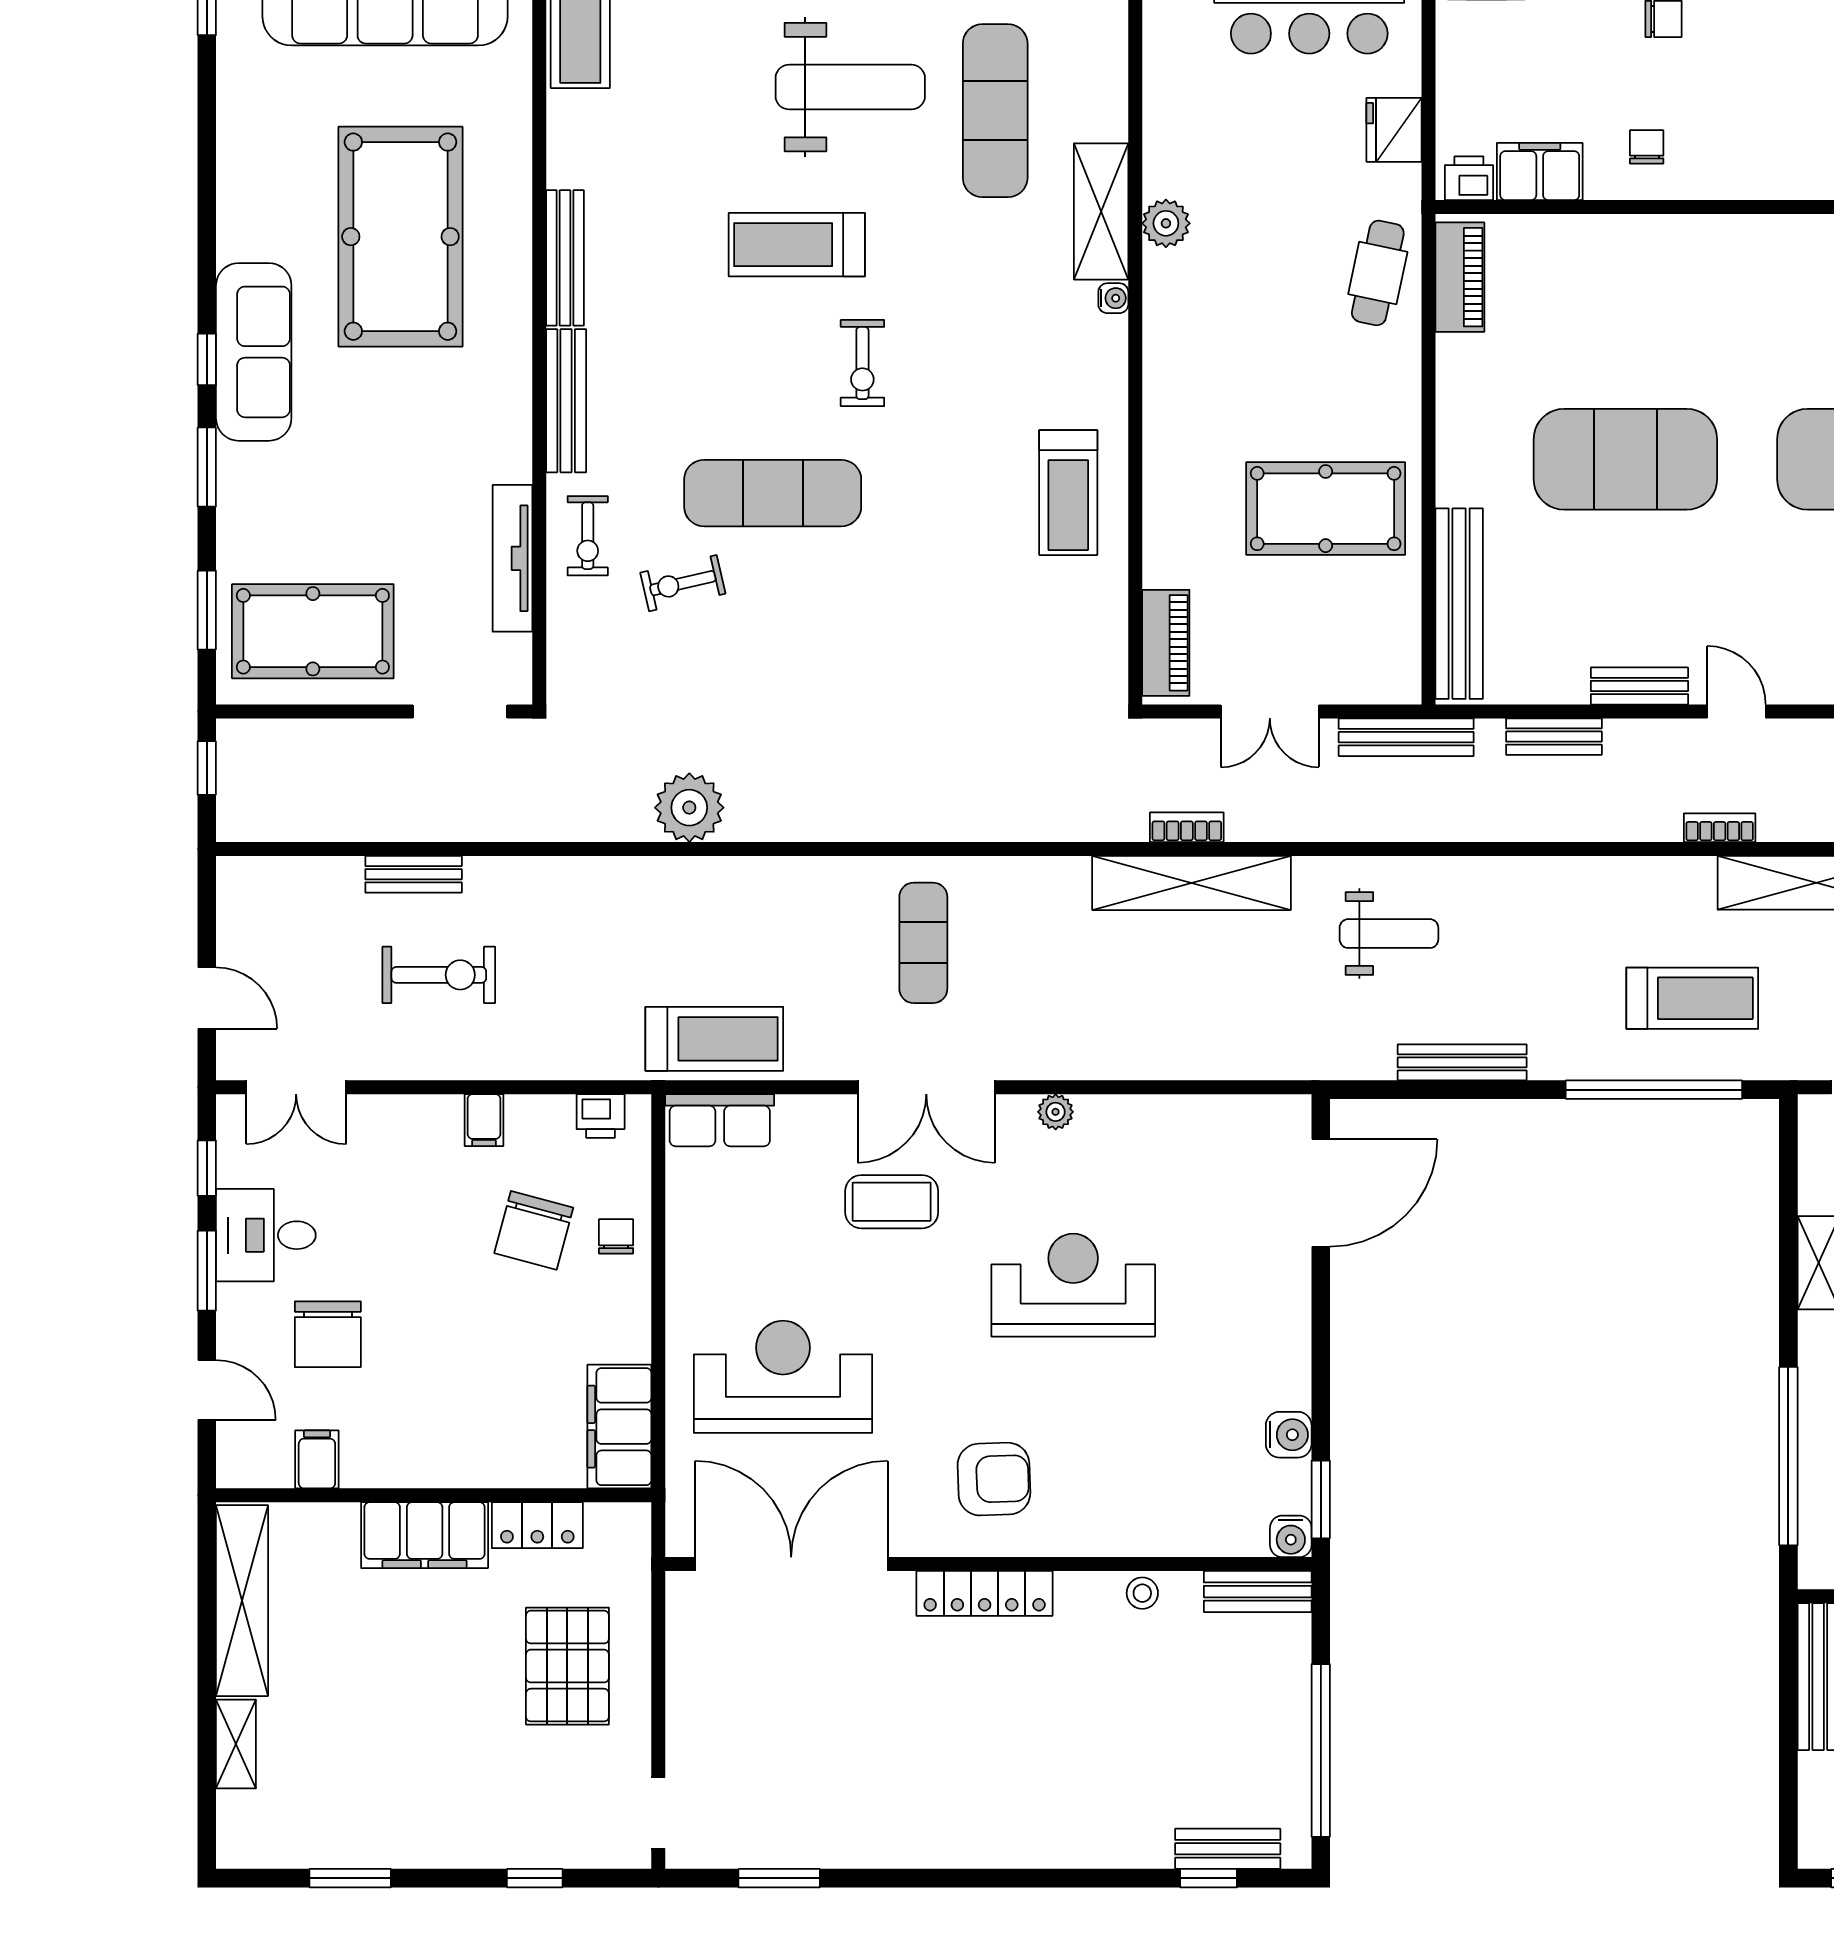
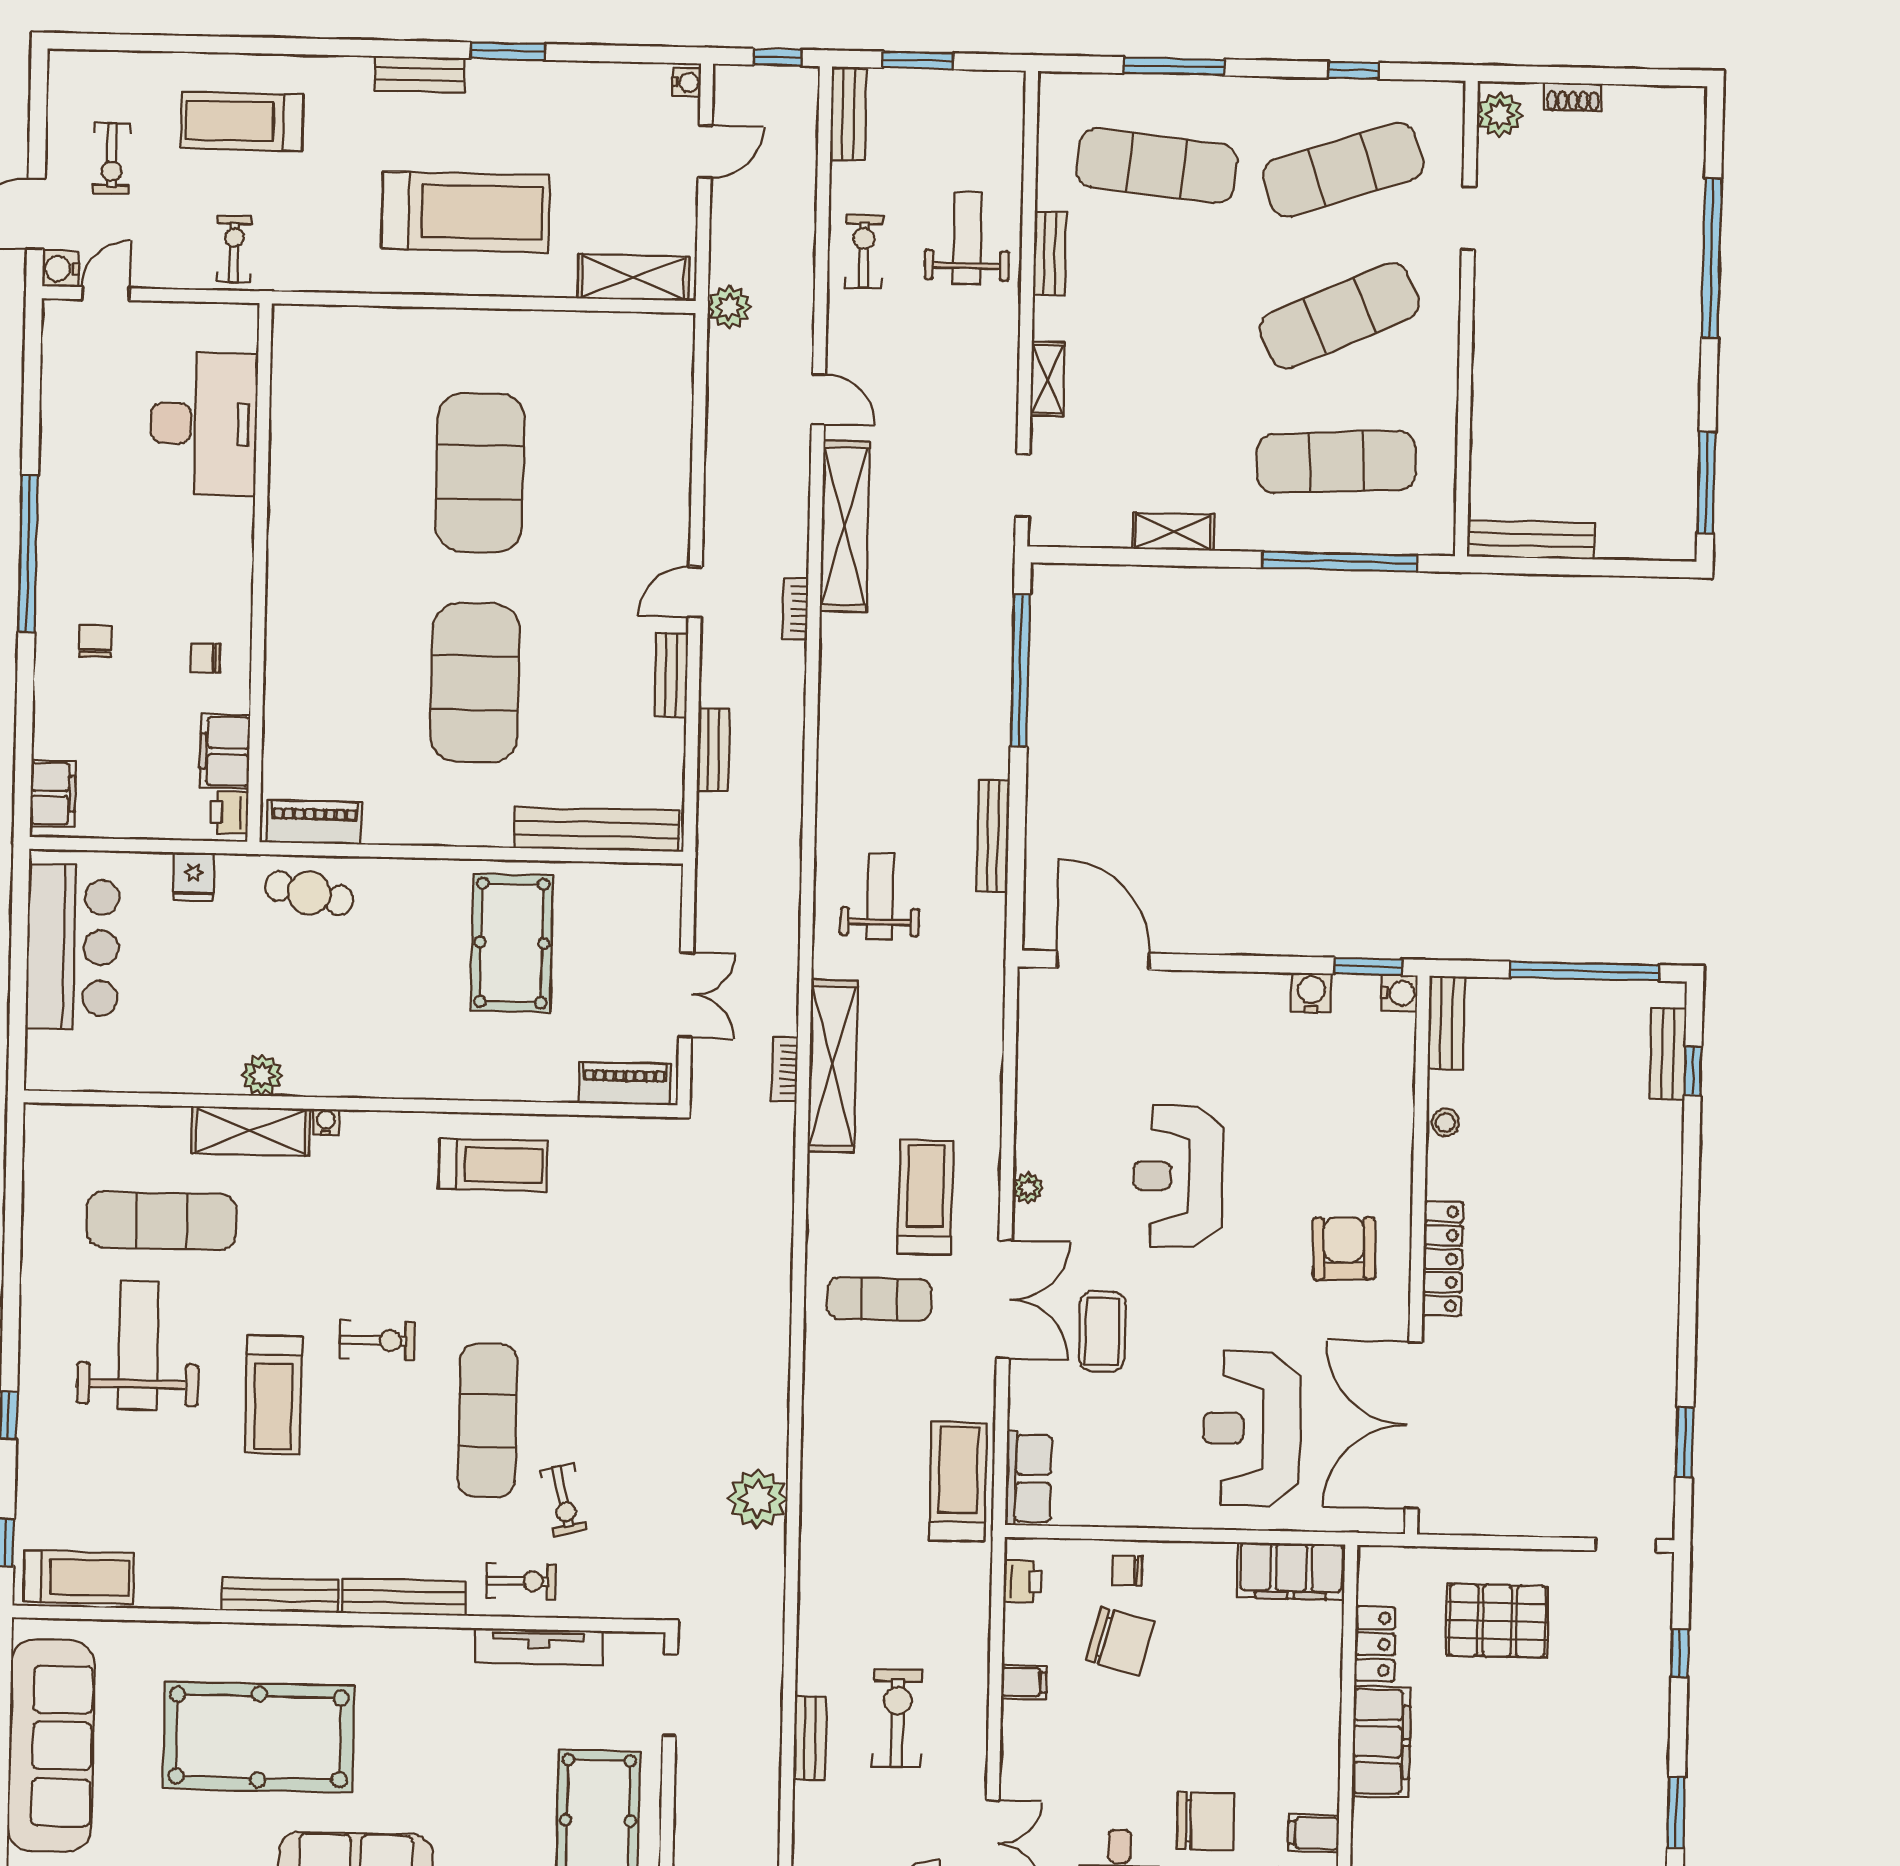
fridge: (1394, 130) -> (194, 876), width x0.72
bench: (1406, 737) -> (711, 878), removed
treadmill: (1692, 998) -> (925, 1197), moved

